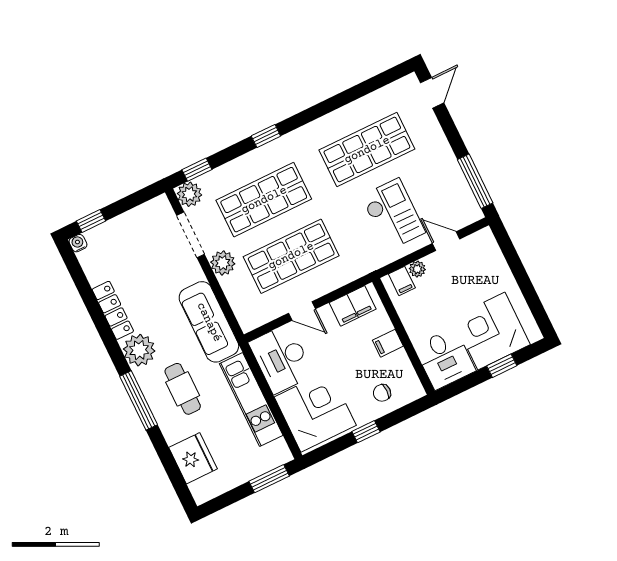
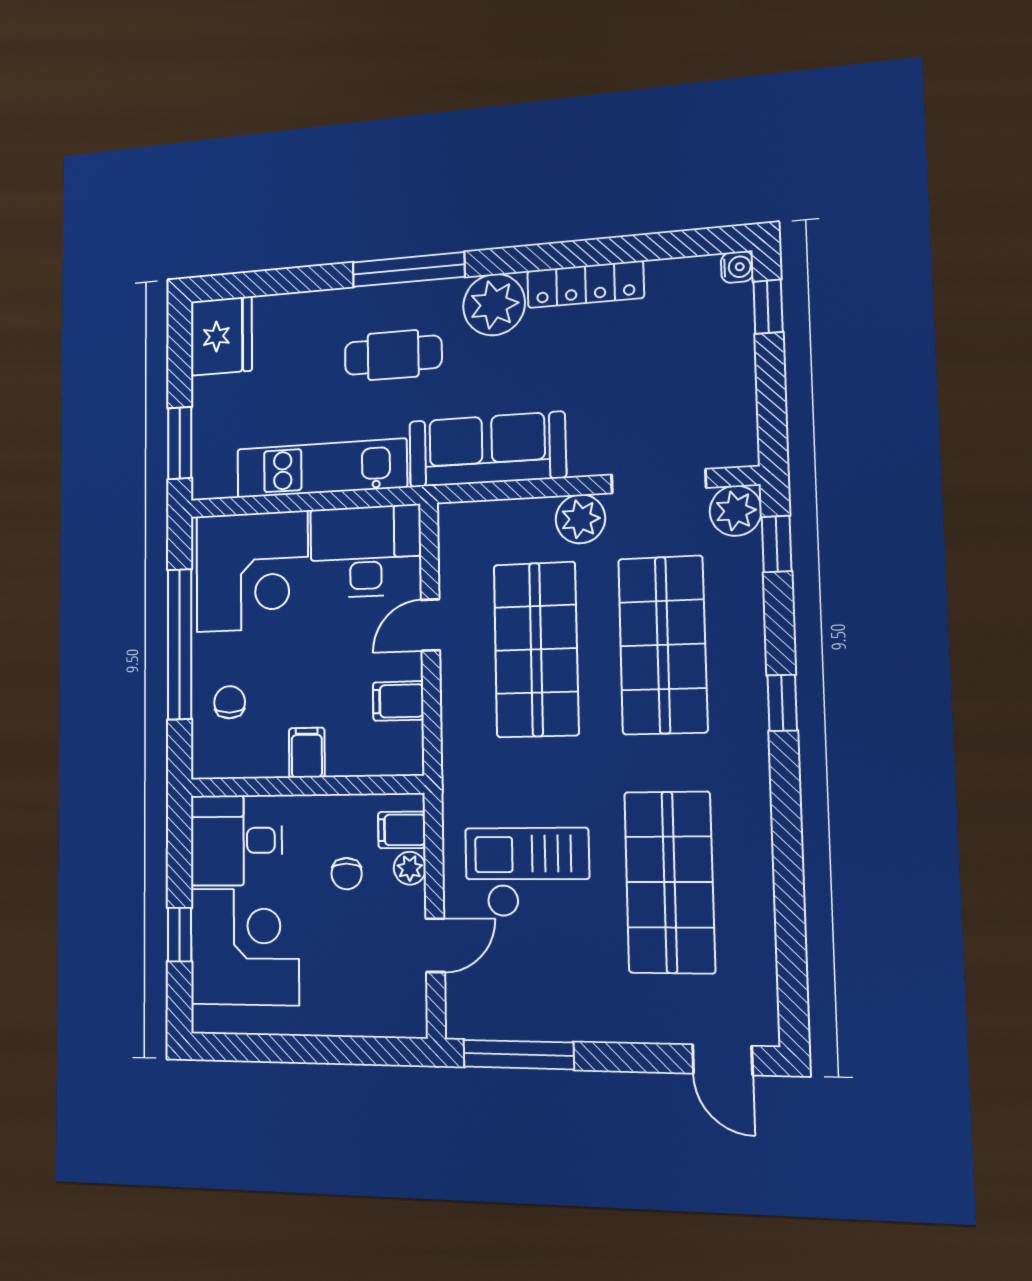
checkout: (393, 214) -> (527, 872), turned 180
chair: (434, 298) -> (347, 874), added
filing cabinet: (353, 306) -> (398, 701), width x0.50
window: (366, 432) -> (180, 644), width x3.17
fridge: (193, 458) -> (221, 336), moved, turned -90

